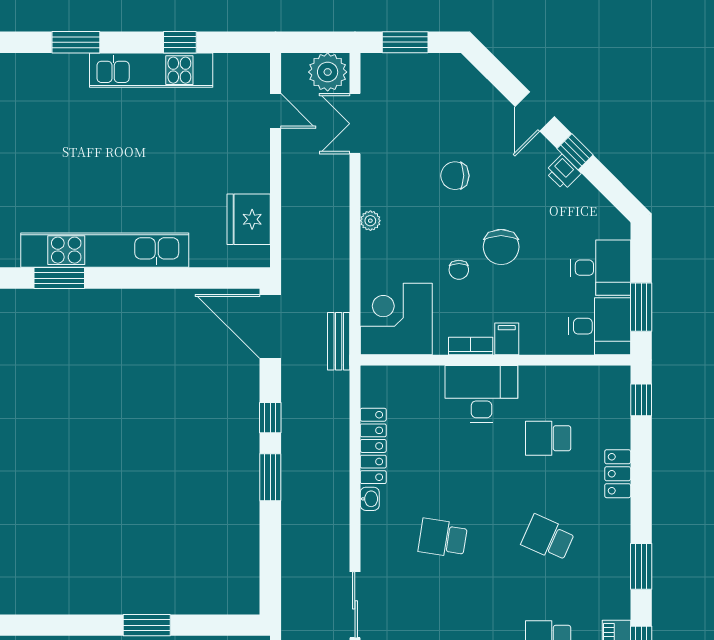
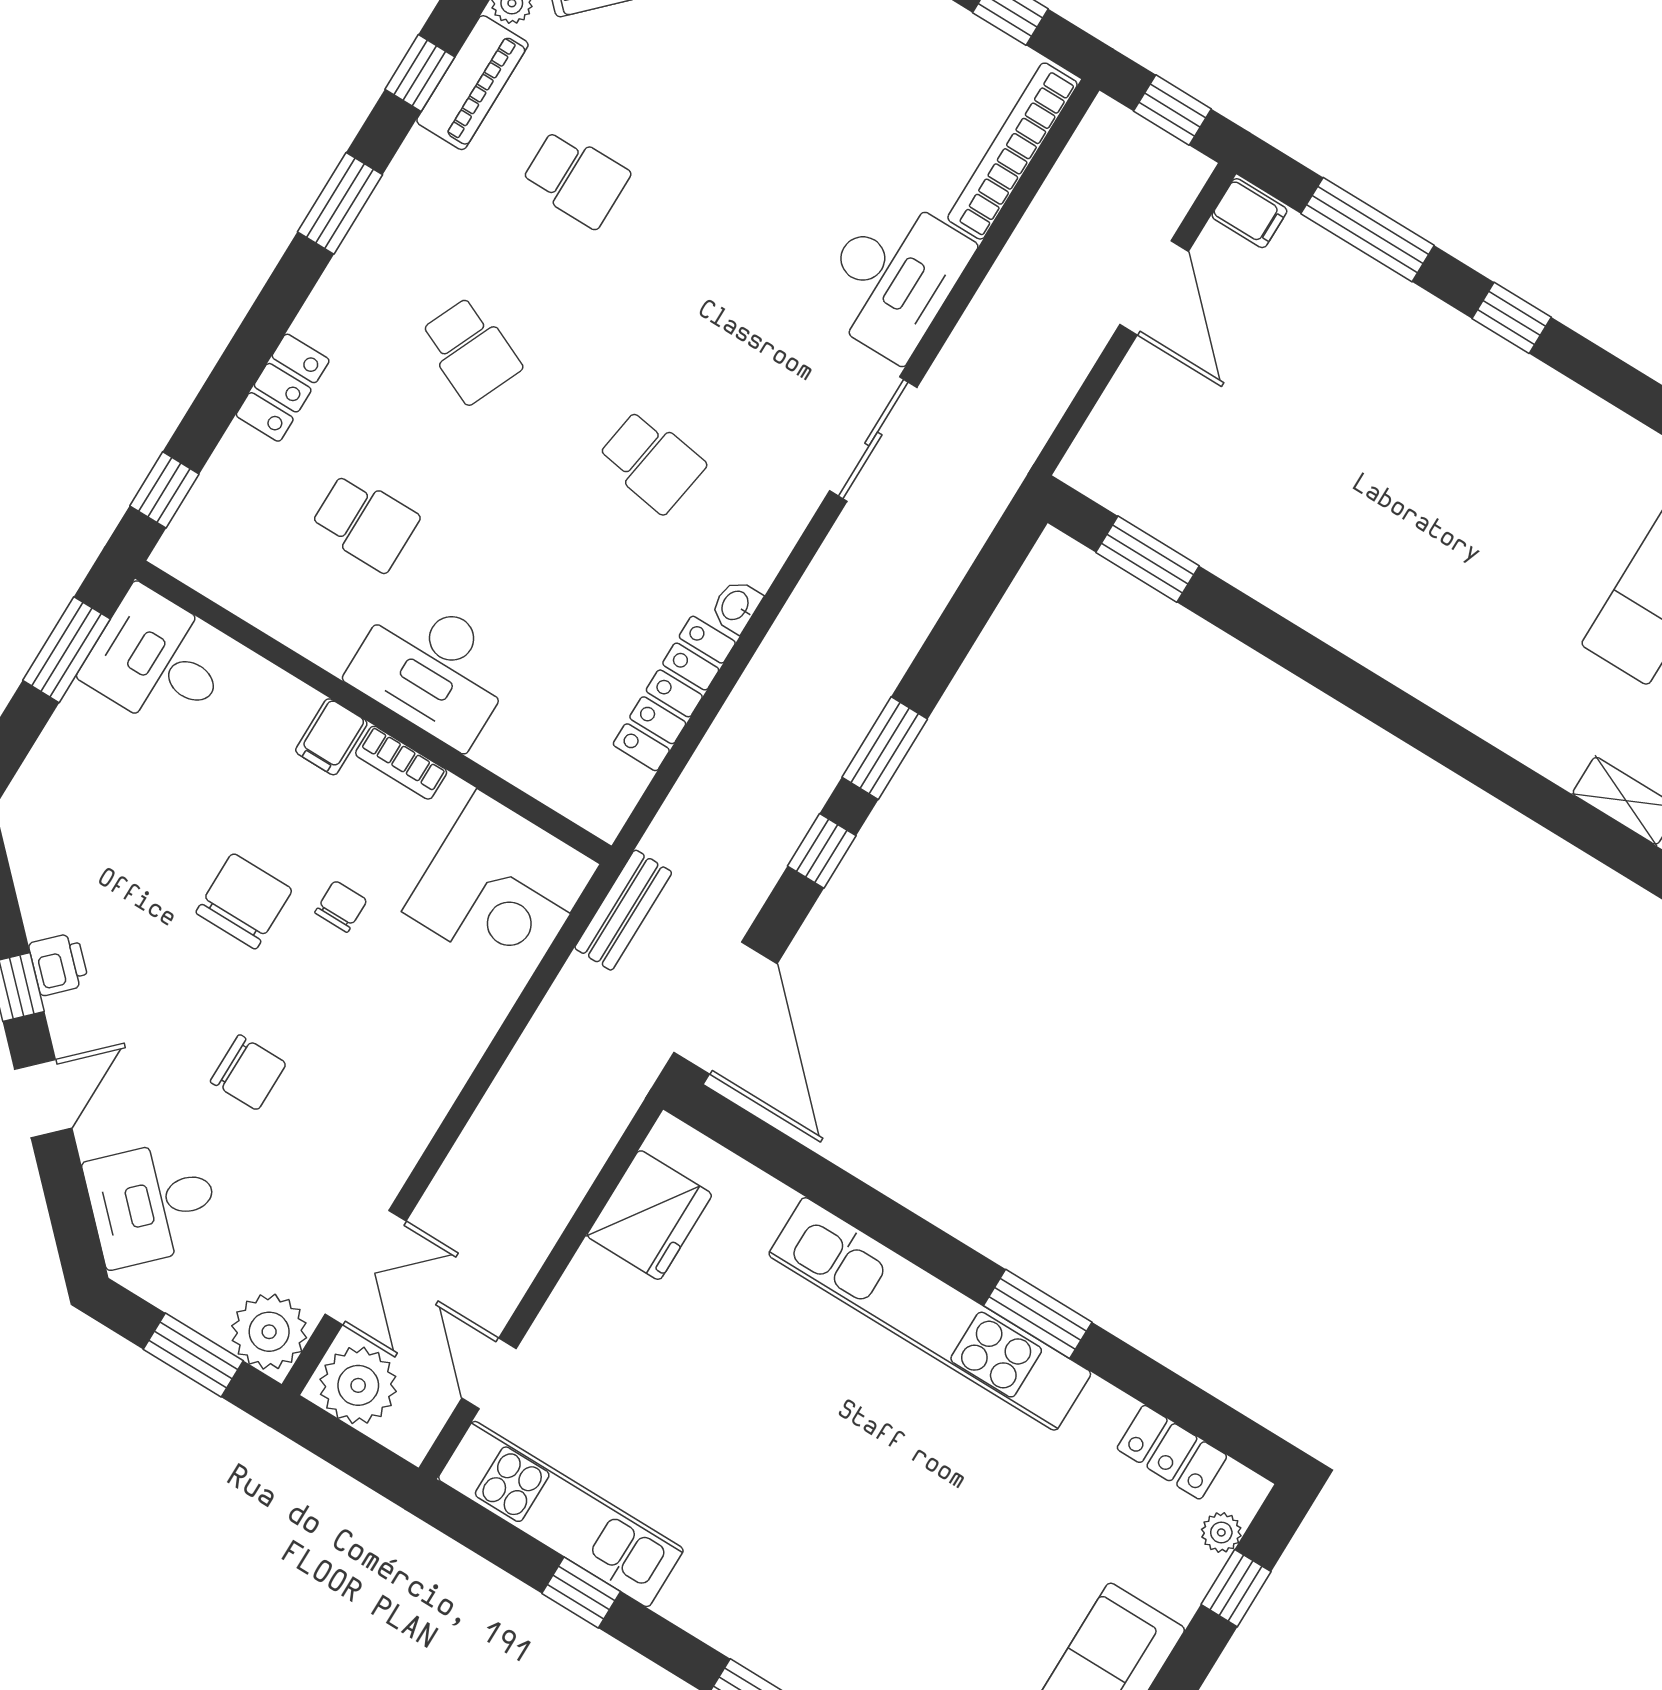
kitchen unit: (151, 70) -> (561, 1514), moved
plant: (370, 221) -> (269, 1332), moved, width x1.88, depth x1.88
desk: (601, 268) -> (152, 1203), moved, turned -45
window: (147, 625) -> (1147, 559), moved

